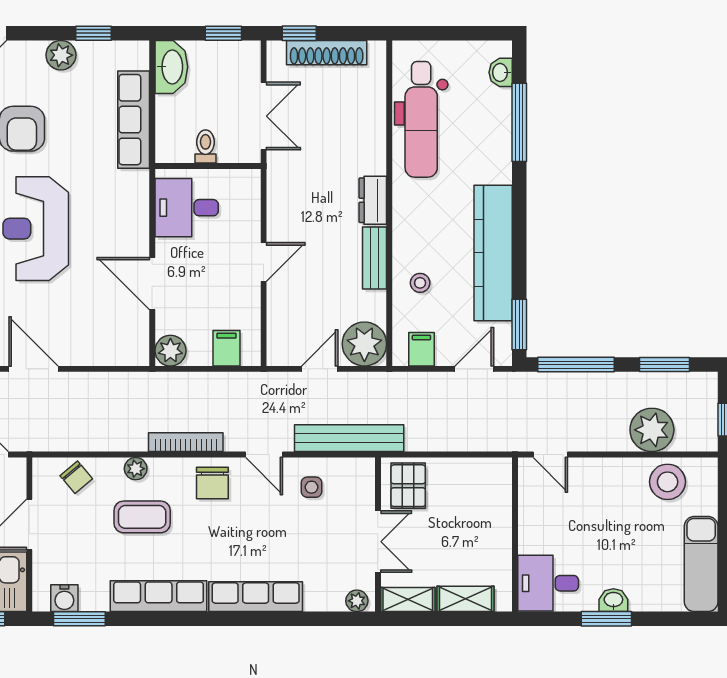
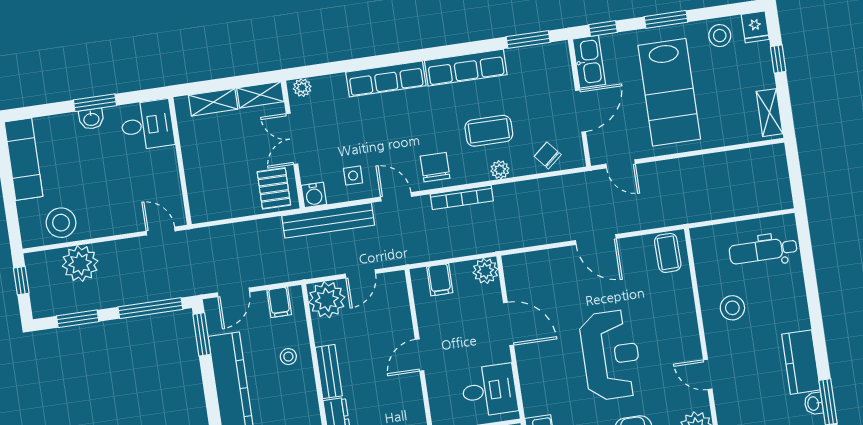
water cooler: (64, 598) -> (314, 195), moved, turned 180

